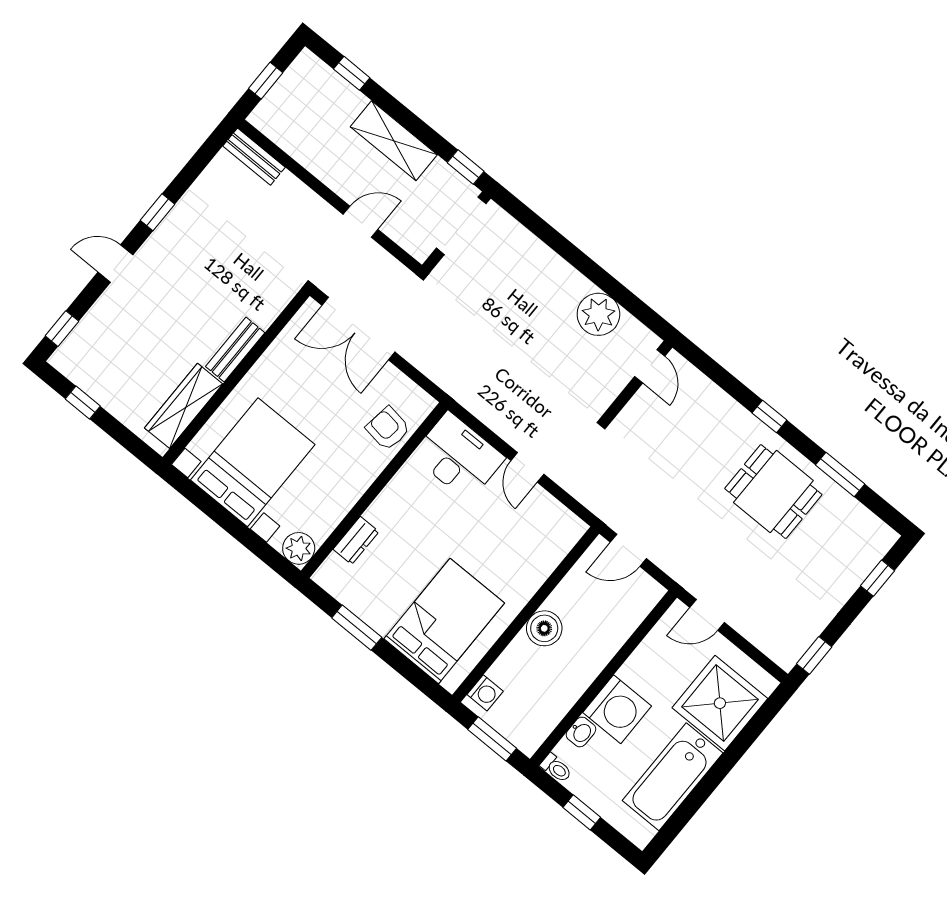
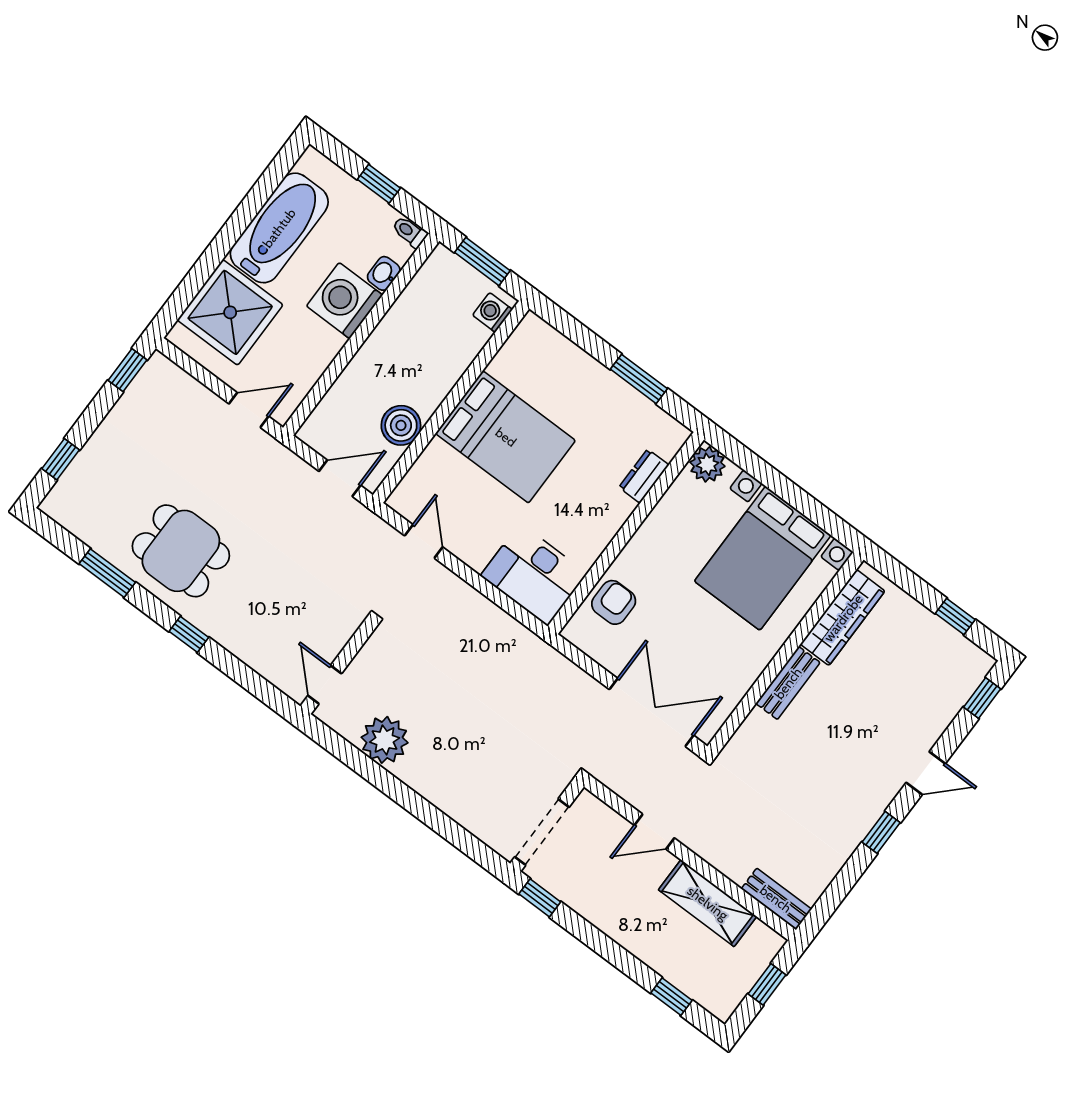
shelving: (394, 141) -> (708, 903), moved
armchair: (388, 428) -> (614, 602), turned -98
door: (527, 467) -> (424, 541), moved
bed: (444, 621) -> (506, 437), moved, turned -90
boiler: (544, 628) -> (401, 425), moved

